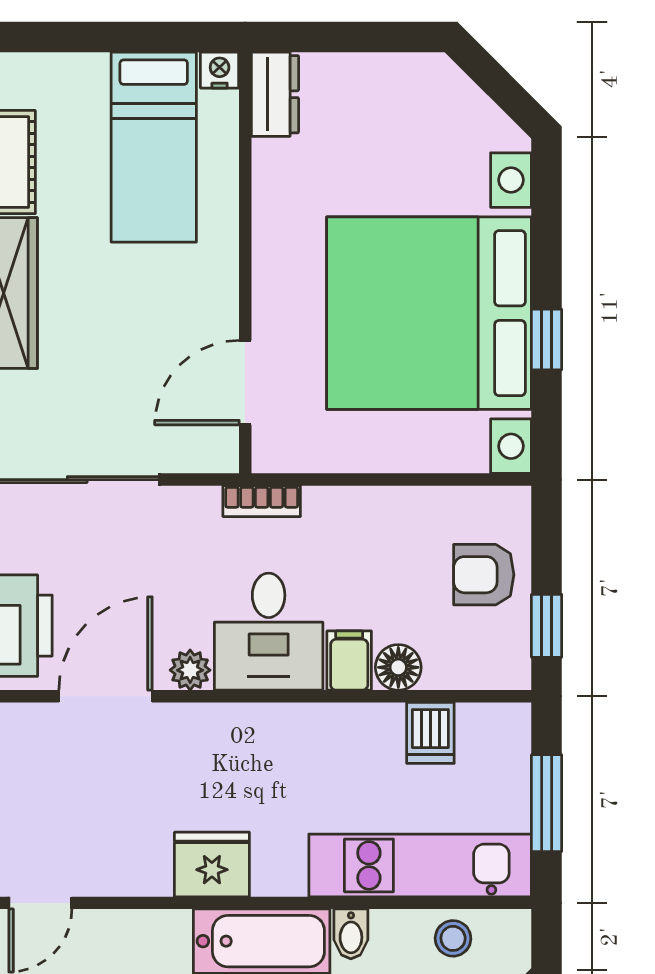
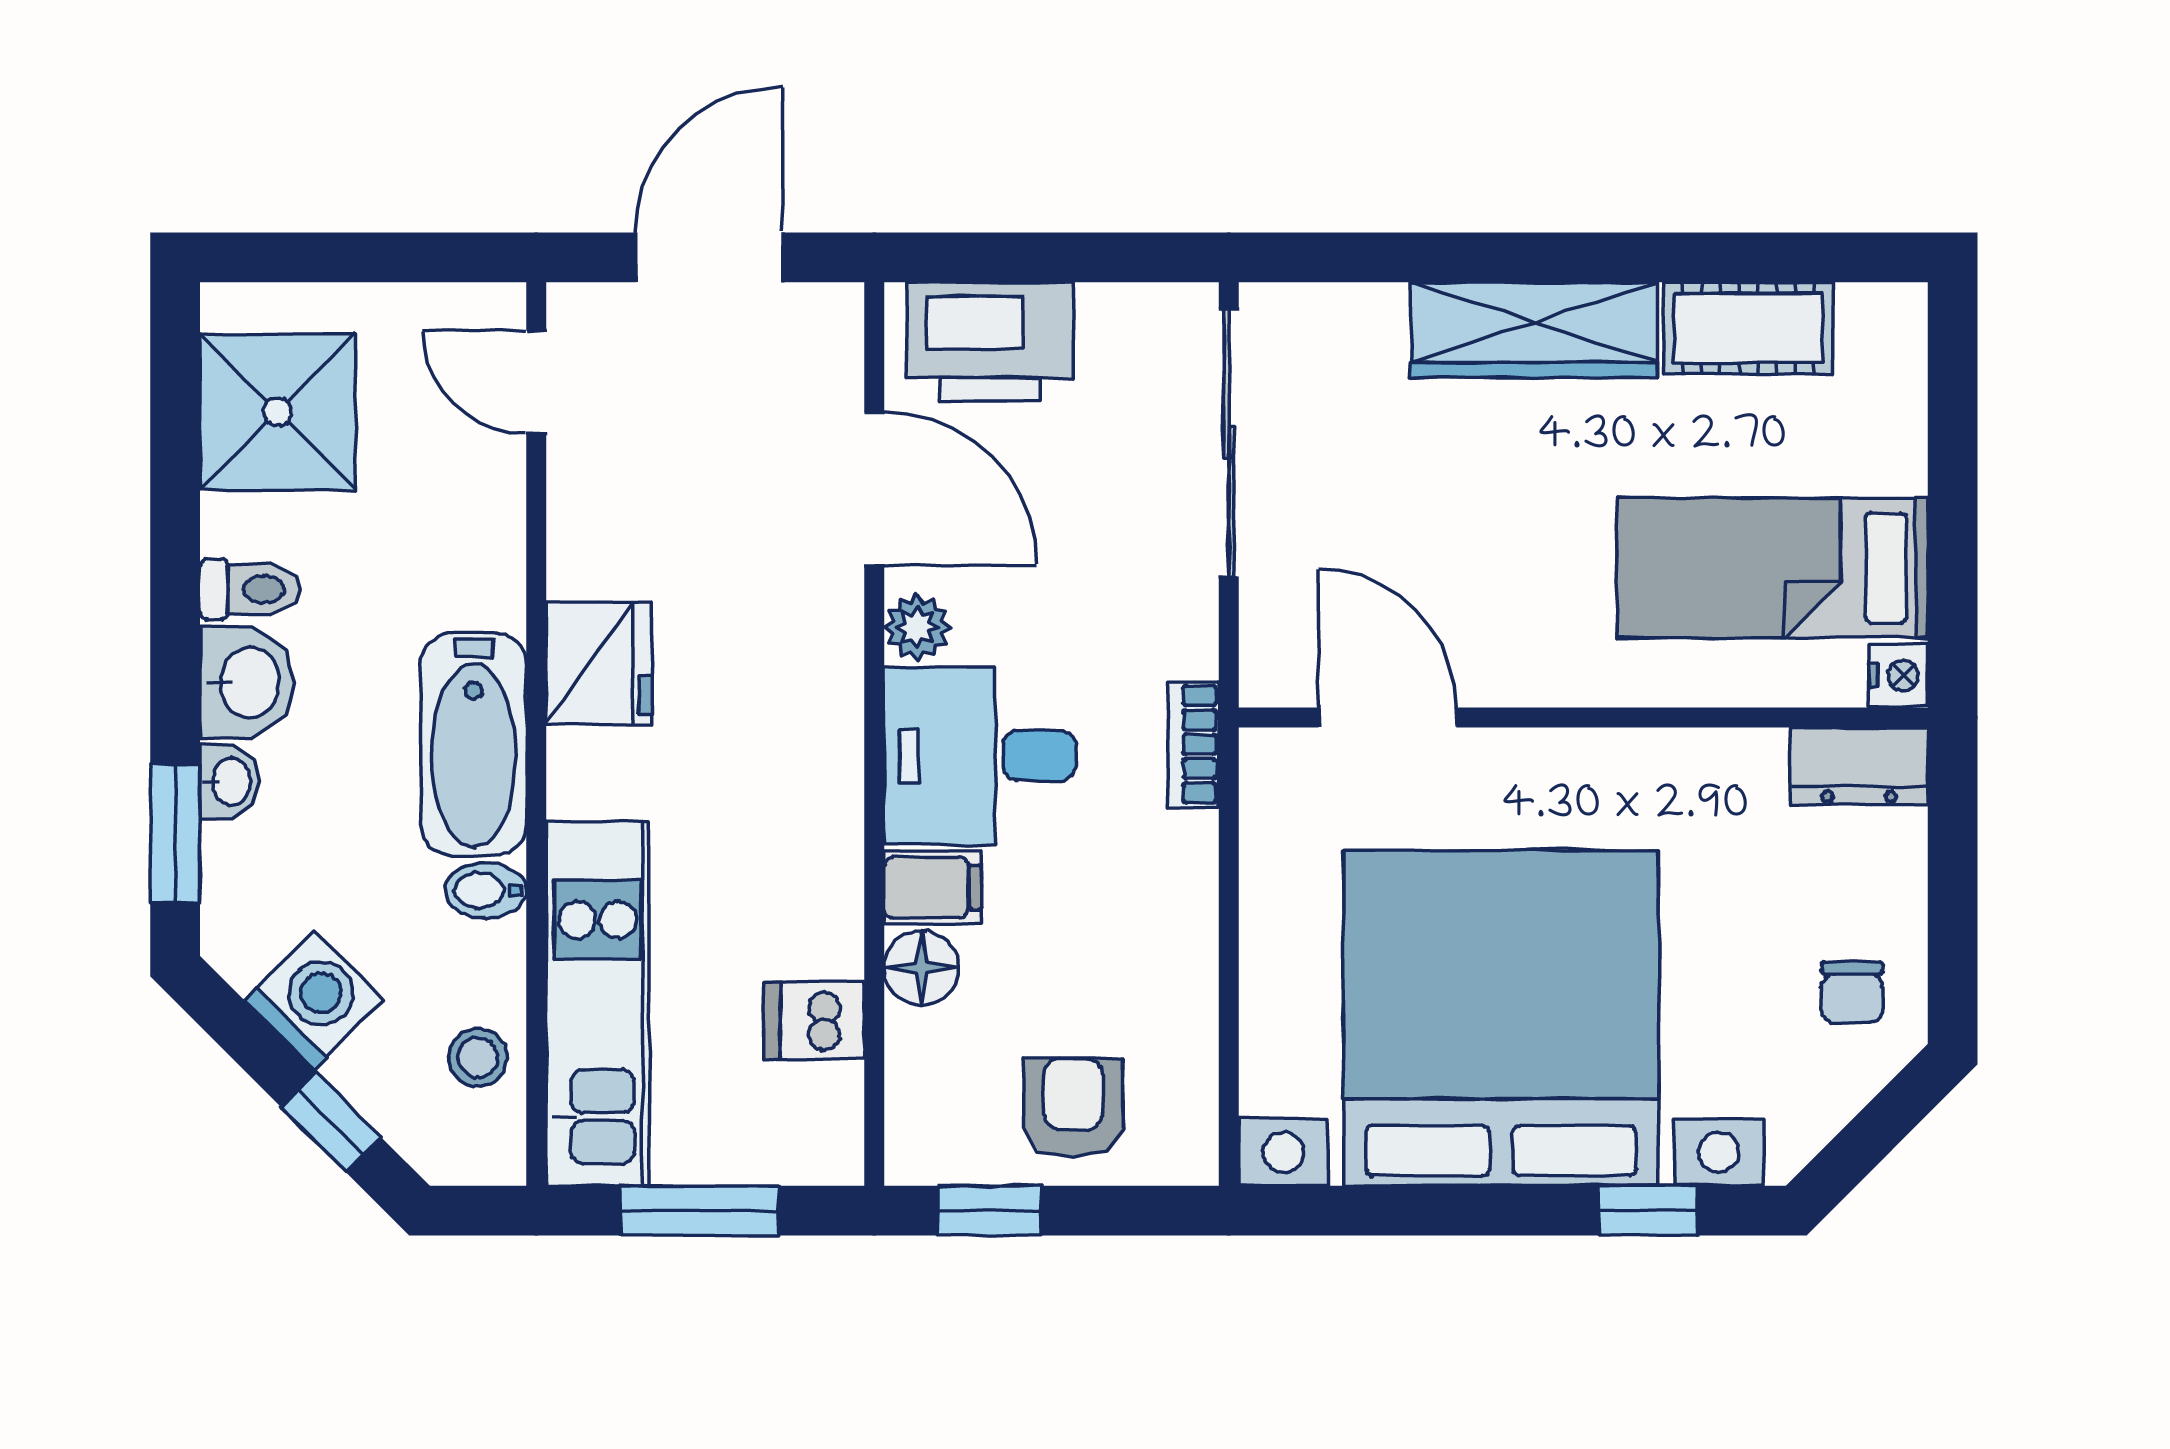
chair: (413, 99) -> (1852, 992), added
window: (547, 340) -> (1648, 1211), moved

